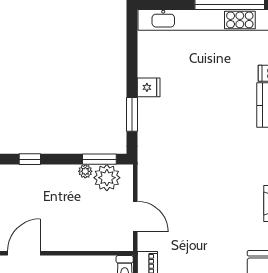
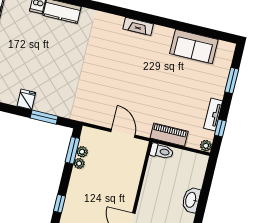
plant: (107, 178) -> (82, 152), width x0.53, depth x0.53
door: (135, 216) -> (123, 133), hinge flipped

